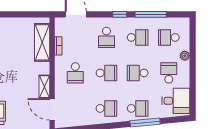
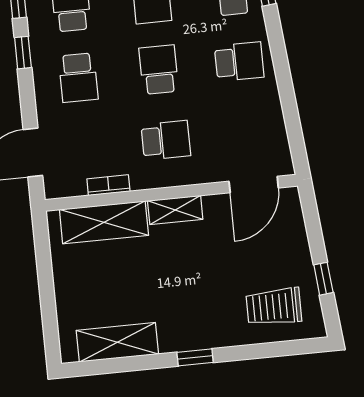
school desk: (106, 37) -> (78, 78), turned 90
shelving: (44, 87) -> (175, 210), moved
school desk: (106, 108) -> (239, 62), turned 90

